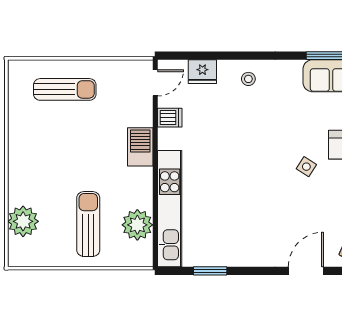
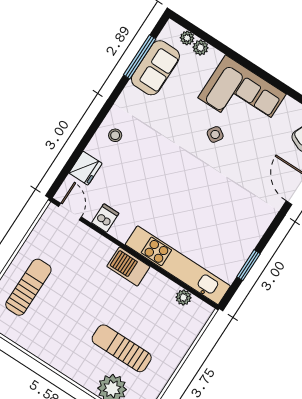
barbecue: (140, 147) -> (128, 267), moved
sun lounger: (88, 224) -> (122, 348), moved
plant: (137, 225) -> (183, 297), width x0.53, depth x0.53

